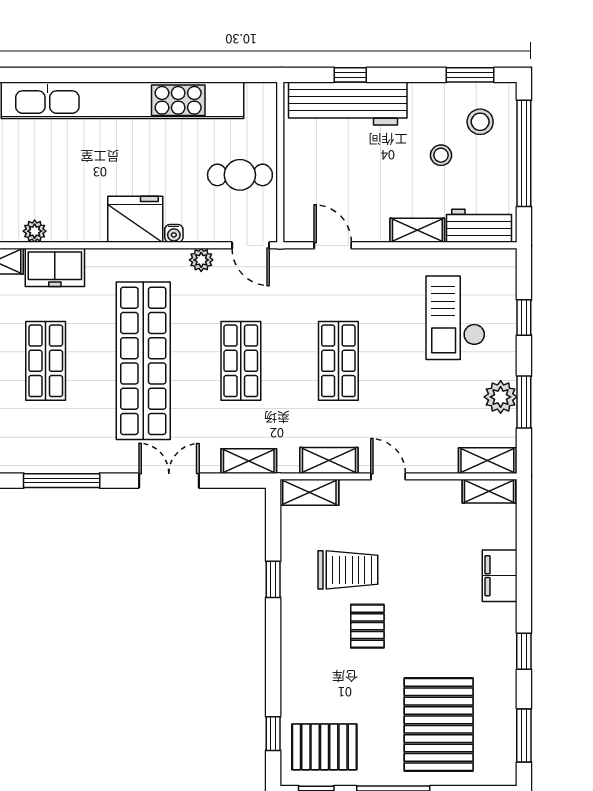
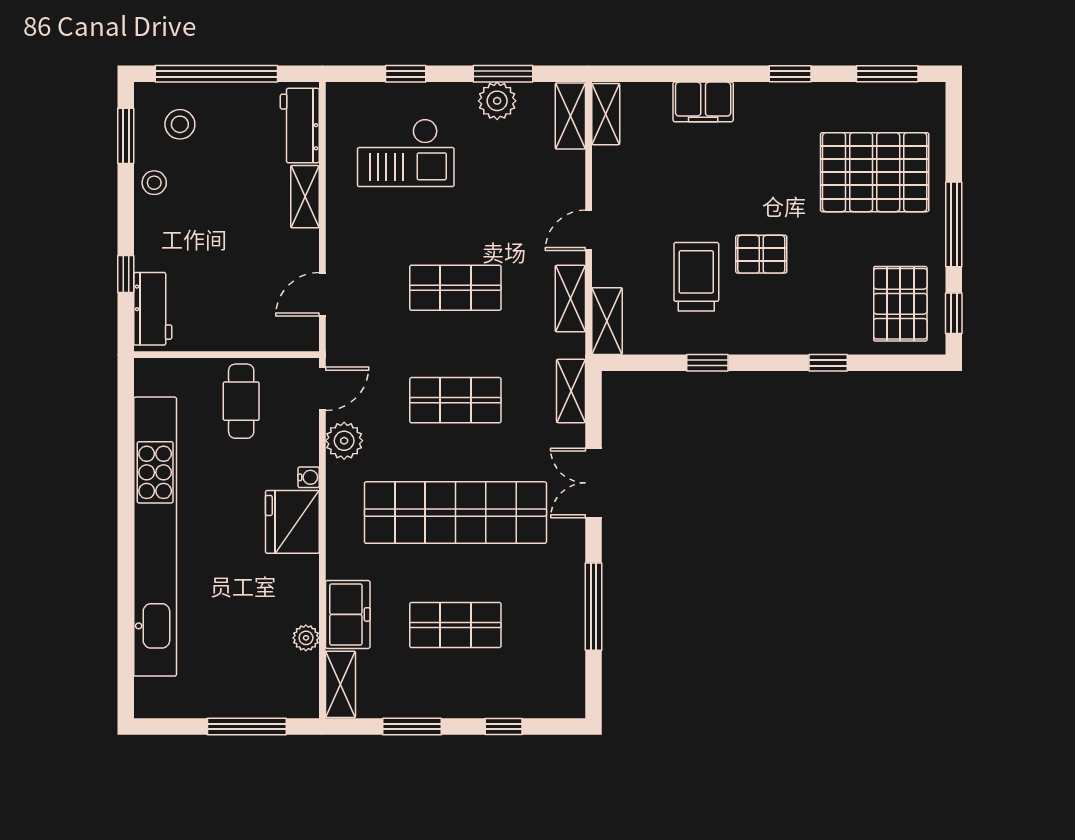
workbench: (348, 103) -> (153, 309), width x0.53, depth x0.76
stool: (441, 155) -> (154, 183), moved
plant: (201, 260) -> (344, 441), width x1.38, depth x1.38
window: (273, 734) -> (828, 363), moved

